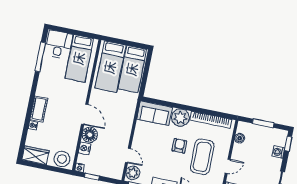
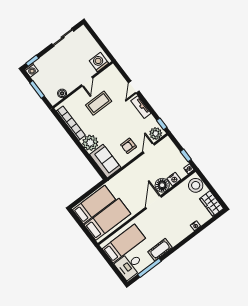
cot: (39, 109) -> (160, 250), moved
armchair: (179, 146) -> (129, 146), moved
washing machine: (278, 152) -> (31, 70), moved
coffee table: (202, 157) -> (99, 103), width x0.73, depth x0.76
door: (228, 166) -> (87, 82), swing flipped

